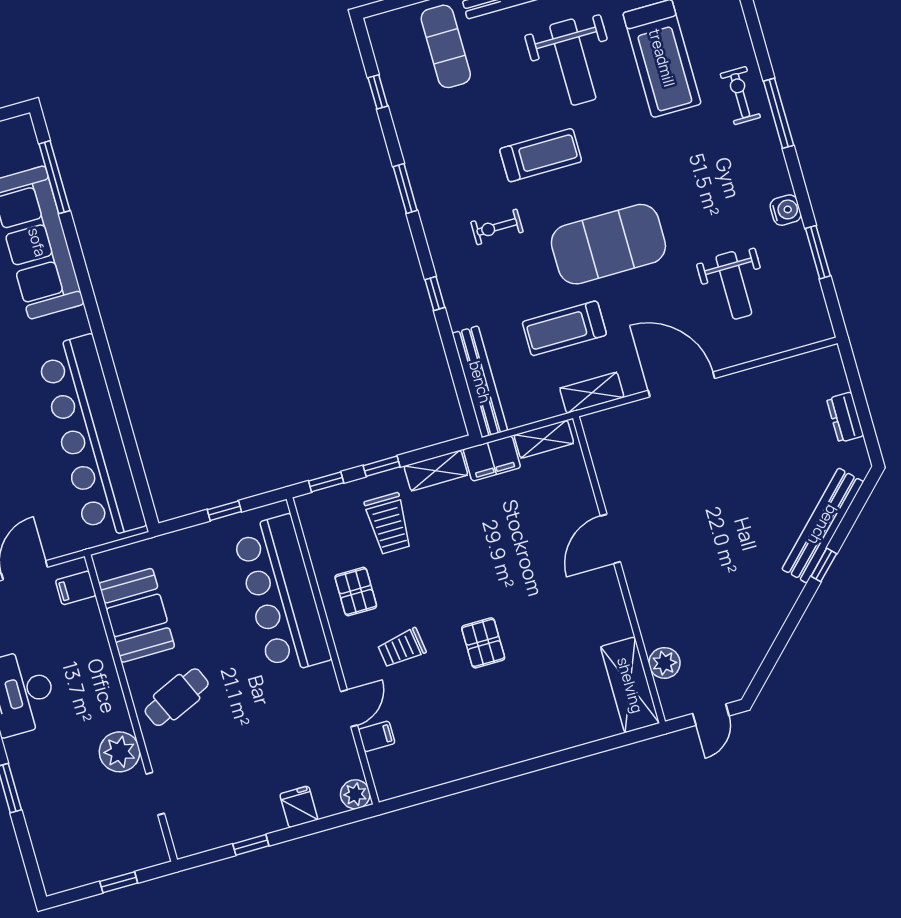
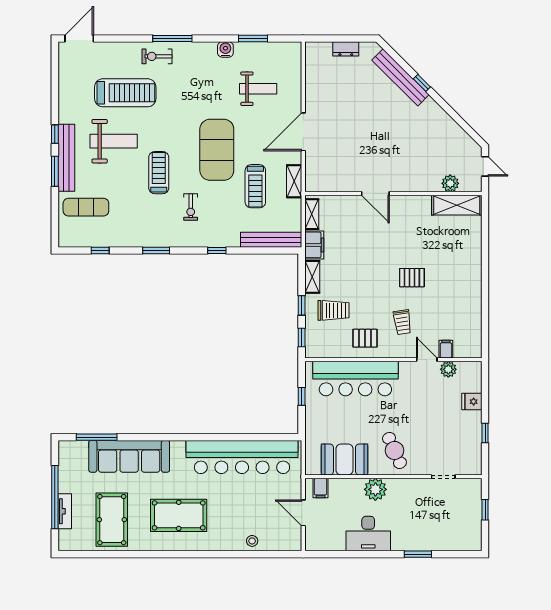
plant: (120, 752) -> (375, 489), moved
plant: (355, 794) -> (448, 369), moved

